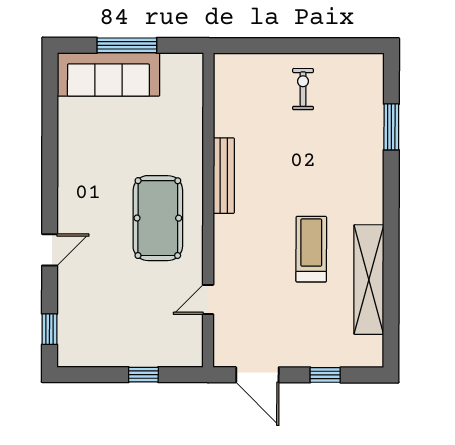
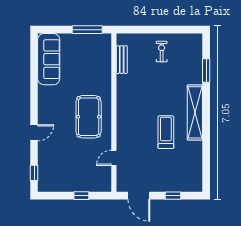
window: (127, 45) -> (87, 30), moved
sofa: (108, 74) -> (49, 59), moved, turned -90
bench: (224, 176) -> (122, 60), moved, width x0.73
shelving: (369, 280) -> (195, 112), moved

